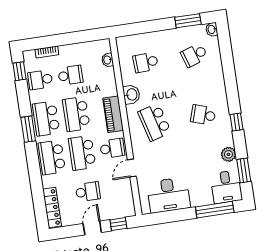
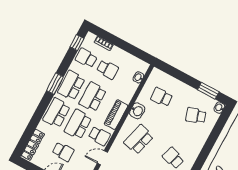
school desk: (155, 122) -> (139, 139), turned 30

